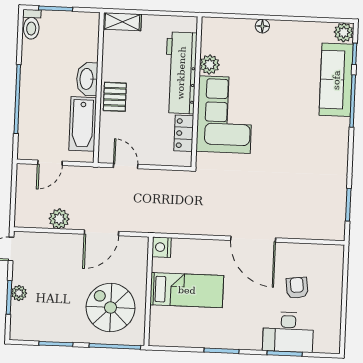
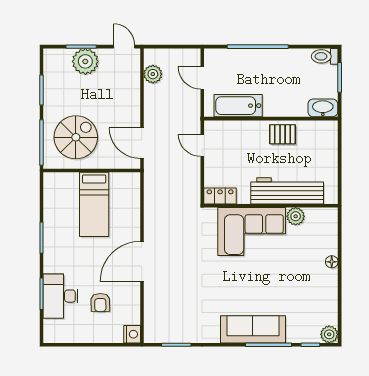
shelving: (122, 22) -> (330, 137), removed
washbasin: (87, 79) -> (323, 108), moved
sofa: (336, 80) -> (253, 329), moved
pallet: (115, 97) -> (283, 134), moved
locker: (184, 133) -> (220, 196), moved
door: (126, 166) -> (202, 145), swing flipped
plant: (59, 219) -> (153, 74), moved
door: (101, 233) -> (142, 143), moved
nightstand: (162, 247) -> (132, 334), moved, turned 90
armchair: (297, 288) -> (100, 302), turned 96
plant: (19, 293) -> (85, 61), width x1.88, depth x1.88

